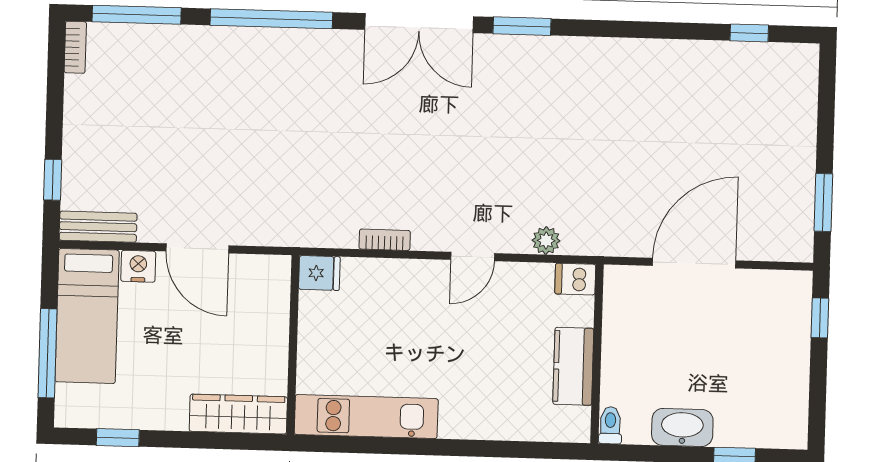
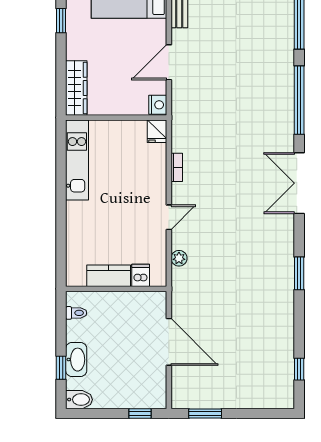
window: (522, 26) -> (299, 273), moved
door: (473, 257) -> (169, 217), swing flipped
nightstand: (138, 266) -> (158, 105), moved
dishwasher: (575, 279) -> (141, 275), moved
toilet: (610, 425) -> (76, 313), moved
bidet: (792, 425) -> (79, 400), added
washbasin: (682, 427) -> (76, 360), moved

